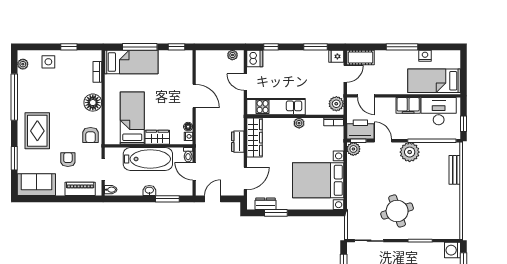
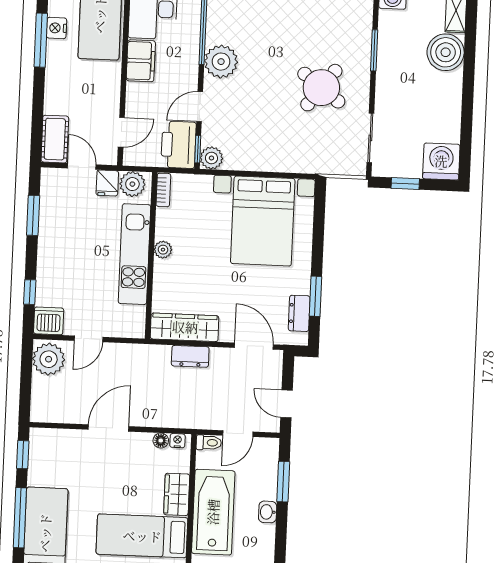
window: (402, 47) -> (41, 40), moved
plant: (232, 55) -> (49, 359), width x1.87, depth x1.87
fridge: (336, 56) -> (107, 183), moved
kitchen unit: (276, 107) -> (134, 254), moved
round table: (397, 211) -> (321, 88), turned -35

